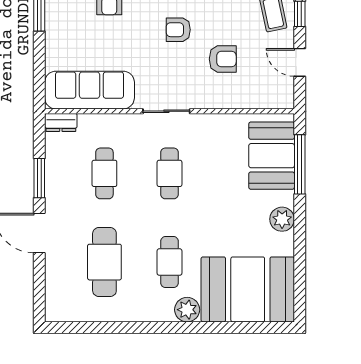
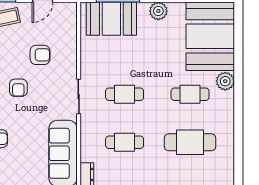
armchair: (223, 59) -> (40, 55), turned 90

